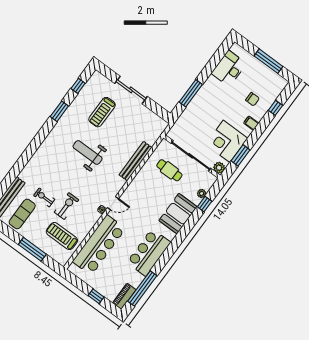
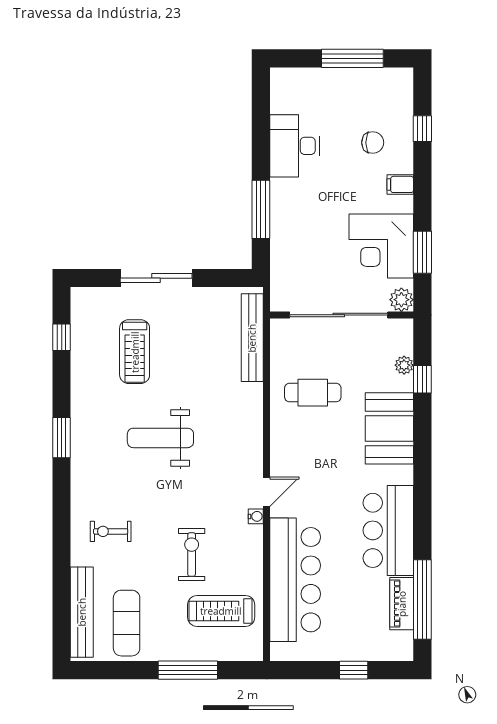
desk: (229, 68) -> (294, 146), moved
window: (59, 111) -> (62, 438), moved
bench: (135, 161) -> (252, 338), moved
cafe table: (169, 170) -> (313, 393), moved
exercise bike: (44, 197) -> (111, 531), moved
piano: (124, 296) -> (402, 604), moved

